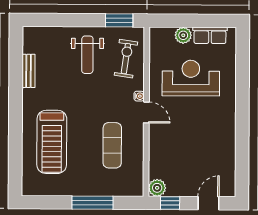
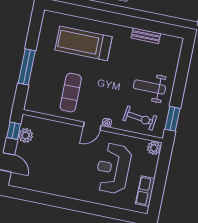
plant: (183, 35) -> (154, 148), moved
reception desk: (191, 78) -> (113, 168), turned 180
exercise mat: (112, 145) -> (71, 93), turned 90
plant: (157, 188) -> (26, 135), moved

